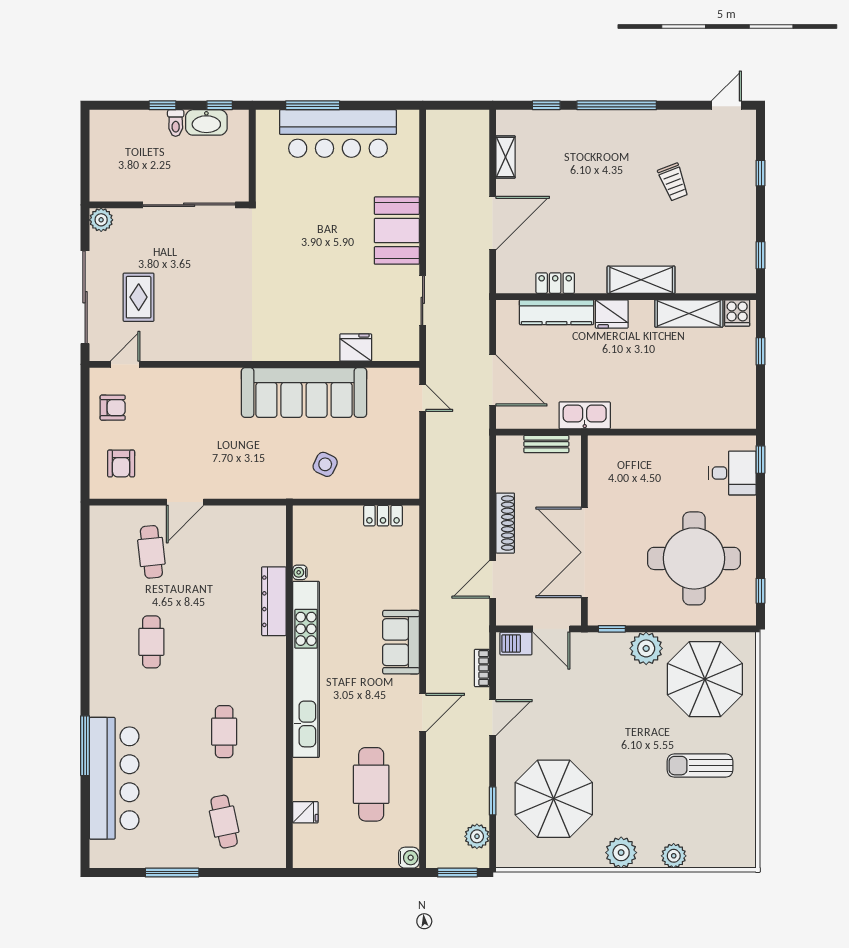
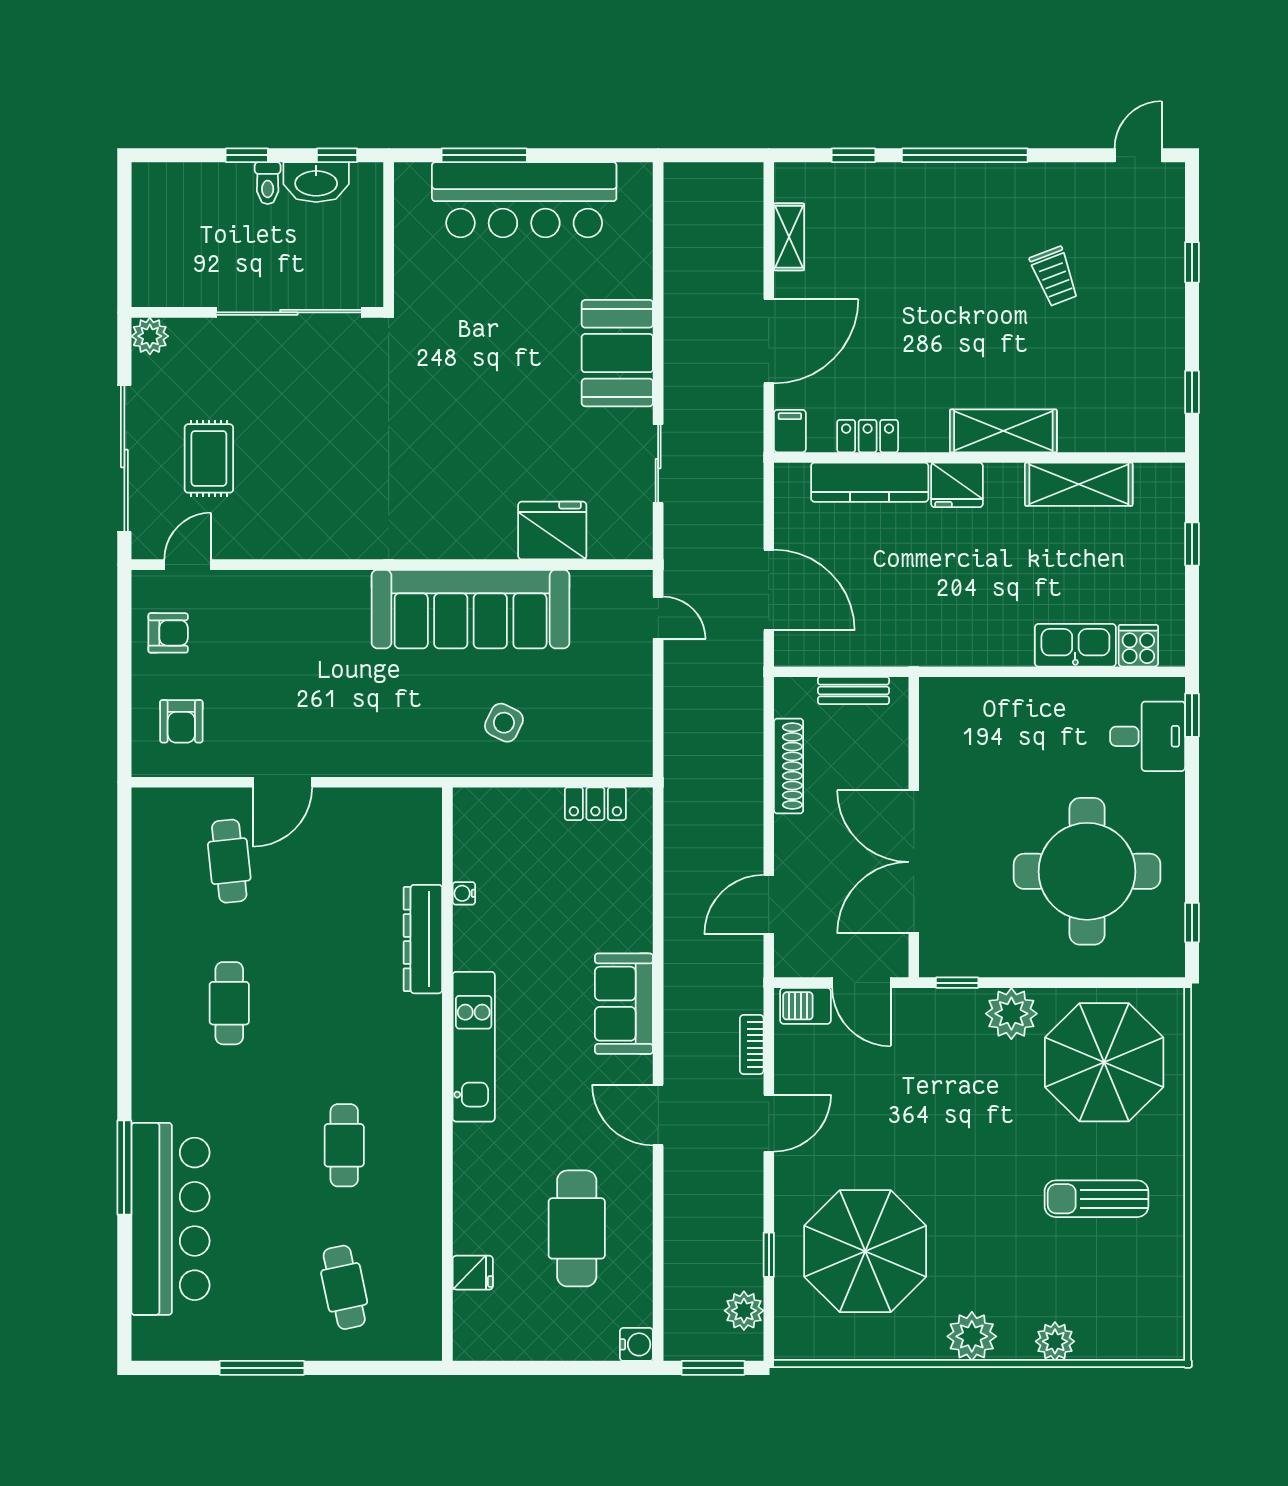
filing cabinet: (506, 280) -> (790, 431), added
cooker: (737, 313) -> (1138, 646), moved, turned 180
fridge: (356, 347) -> (552, 531), width x1.36, depth x1.34
kitchen sink: (585, 415) -> (1075, 645), moved
shoe rack: (505, 523) -> (789, 766), moved
kitchen unit: (306, 669) -> (474, 1047), width x0.54
door: (423, 713) -> (658, 1115), swing flipped

